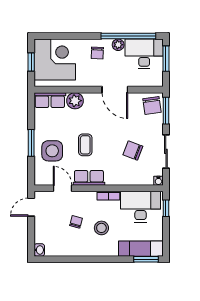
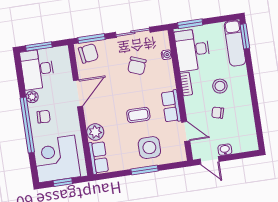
window: (128, 36) -> (27, 125), moved
water cooler: (158, 181) -> (166, 55), moved
door: (62, 188) -> (186, 131), swing flipped
window: (166, 208) -> (190, 24), width x1.50
washbasin: (39, 250) -> (225, 150), moved

